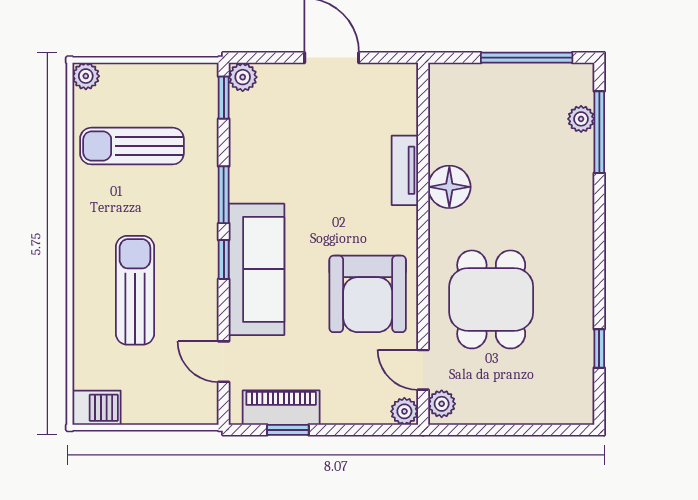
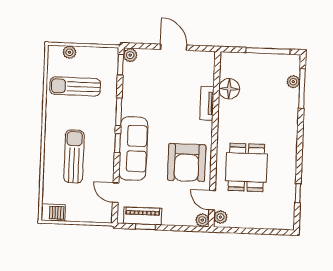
plant: (86, 76) -> (69, 52), moved
floor lamp: (449, 187) -> (229, 89), moved

